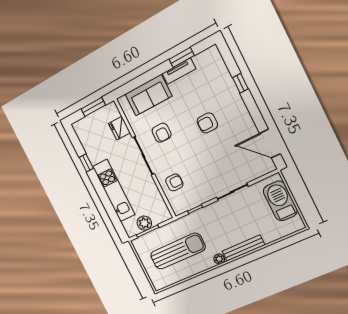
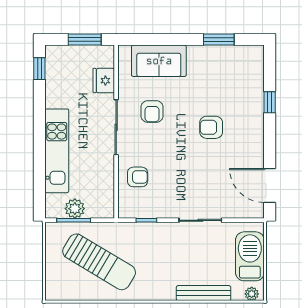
tv unit: (179, 71) -> (208, 53), removed
window: (86, 163) -> (39, 69), moved
bench: (243, 248) -> (204, 293), moved
sun lounger: (178, 251) -> (99, 262), turned 31
plant: (219, 259) -> (252, 294), moved

